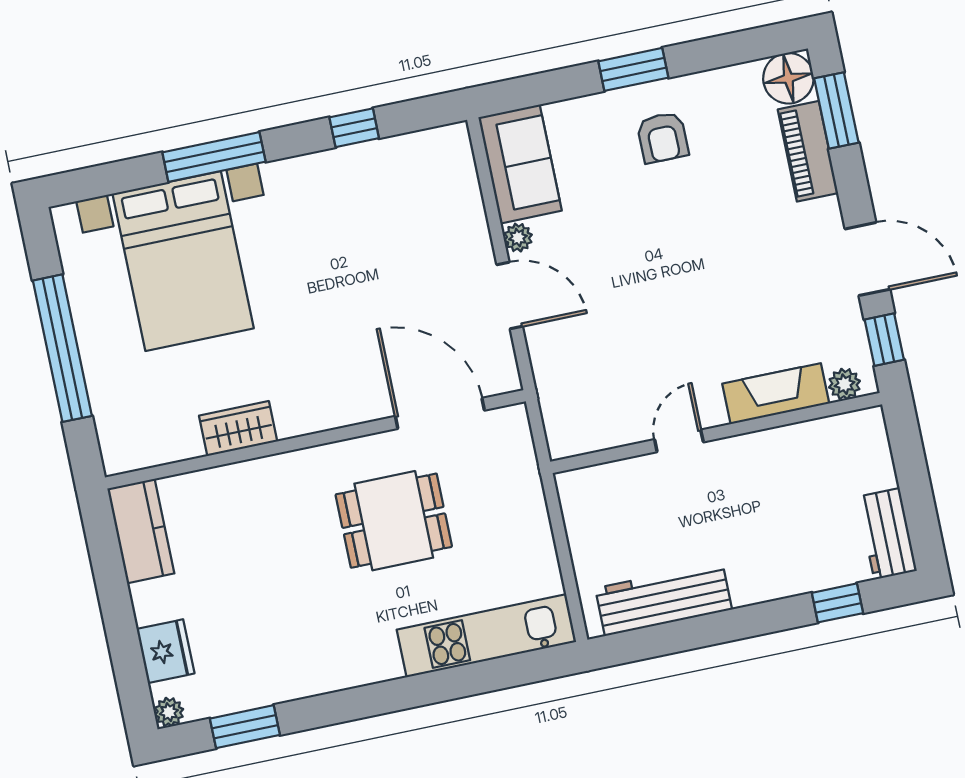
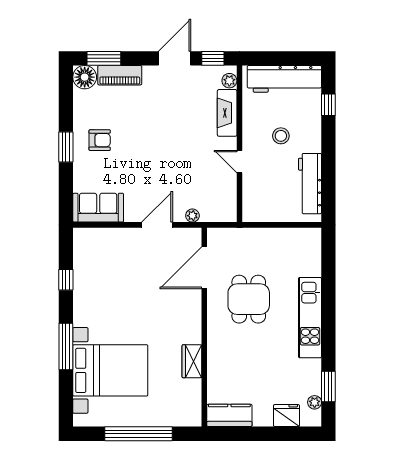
plant: (518, 238) -> (192, 216), moved
stool: (751, 517) -> (281, 136), added
workbench: (887, 534) -> (284, 79), width x1.88, depth x1.32
kitchen unit: (486, 636) -> (310, 318), moved
plant: (169, 712) -> (315, 402), moved

